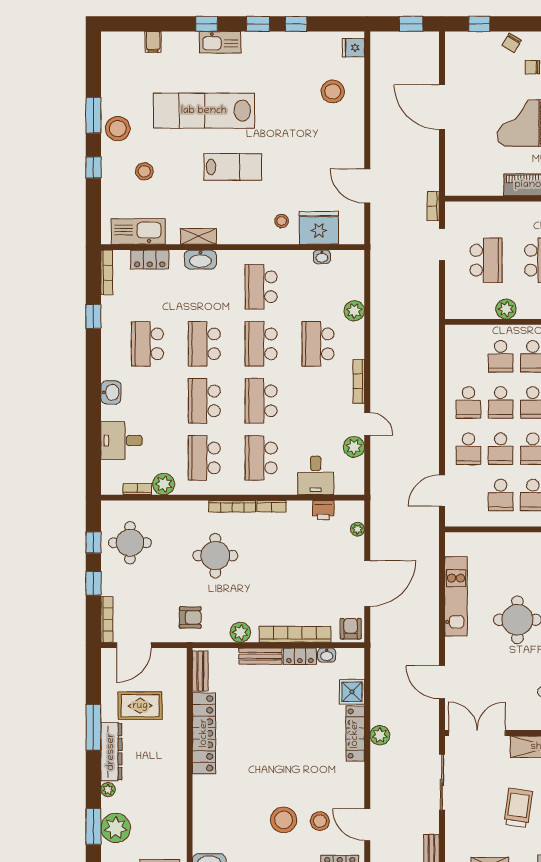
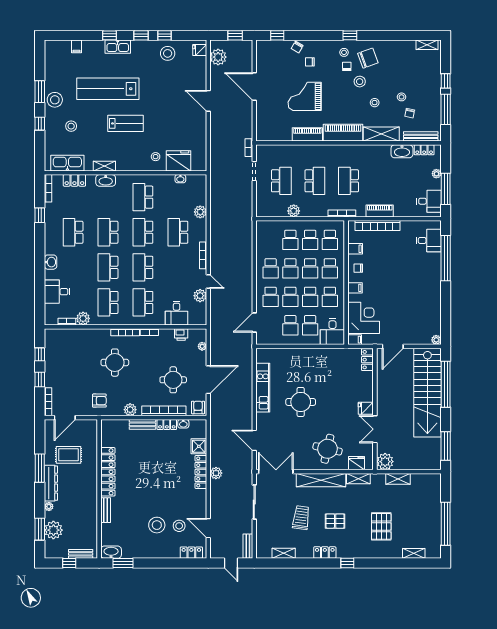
plant: (383, 59) -> (218, 57), added
stool: (333, 91) -> (168, 53), moved
door: (367, 186) -> (208, 101), moved
round table: (130, 543) -> (173, 380), moved
bench: (200, 671) -> (106, 510), moved

